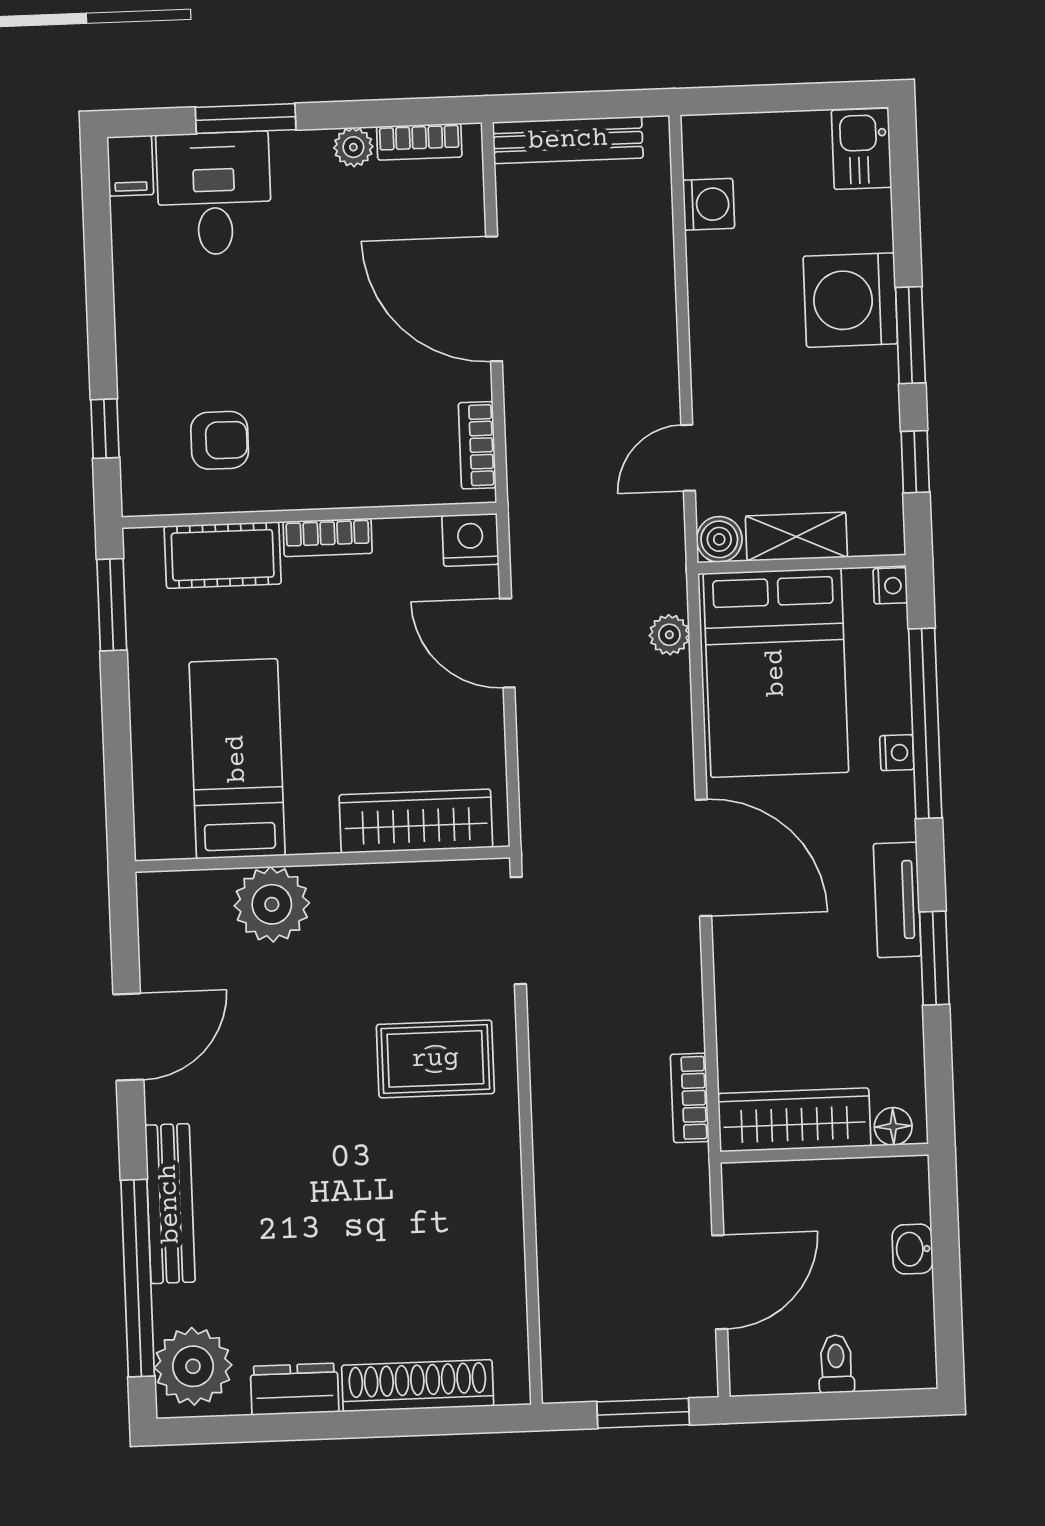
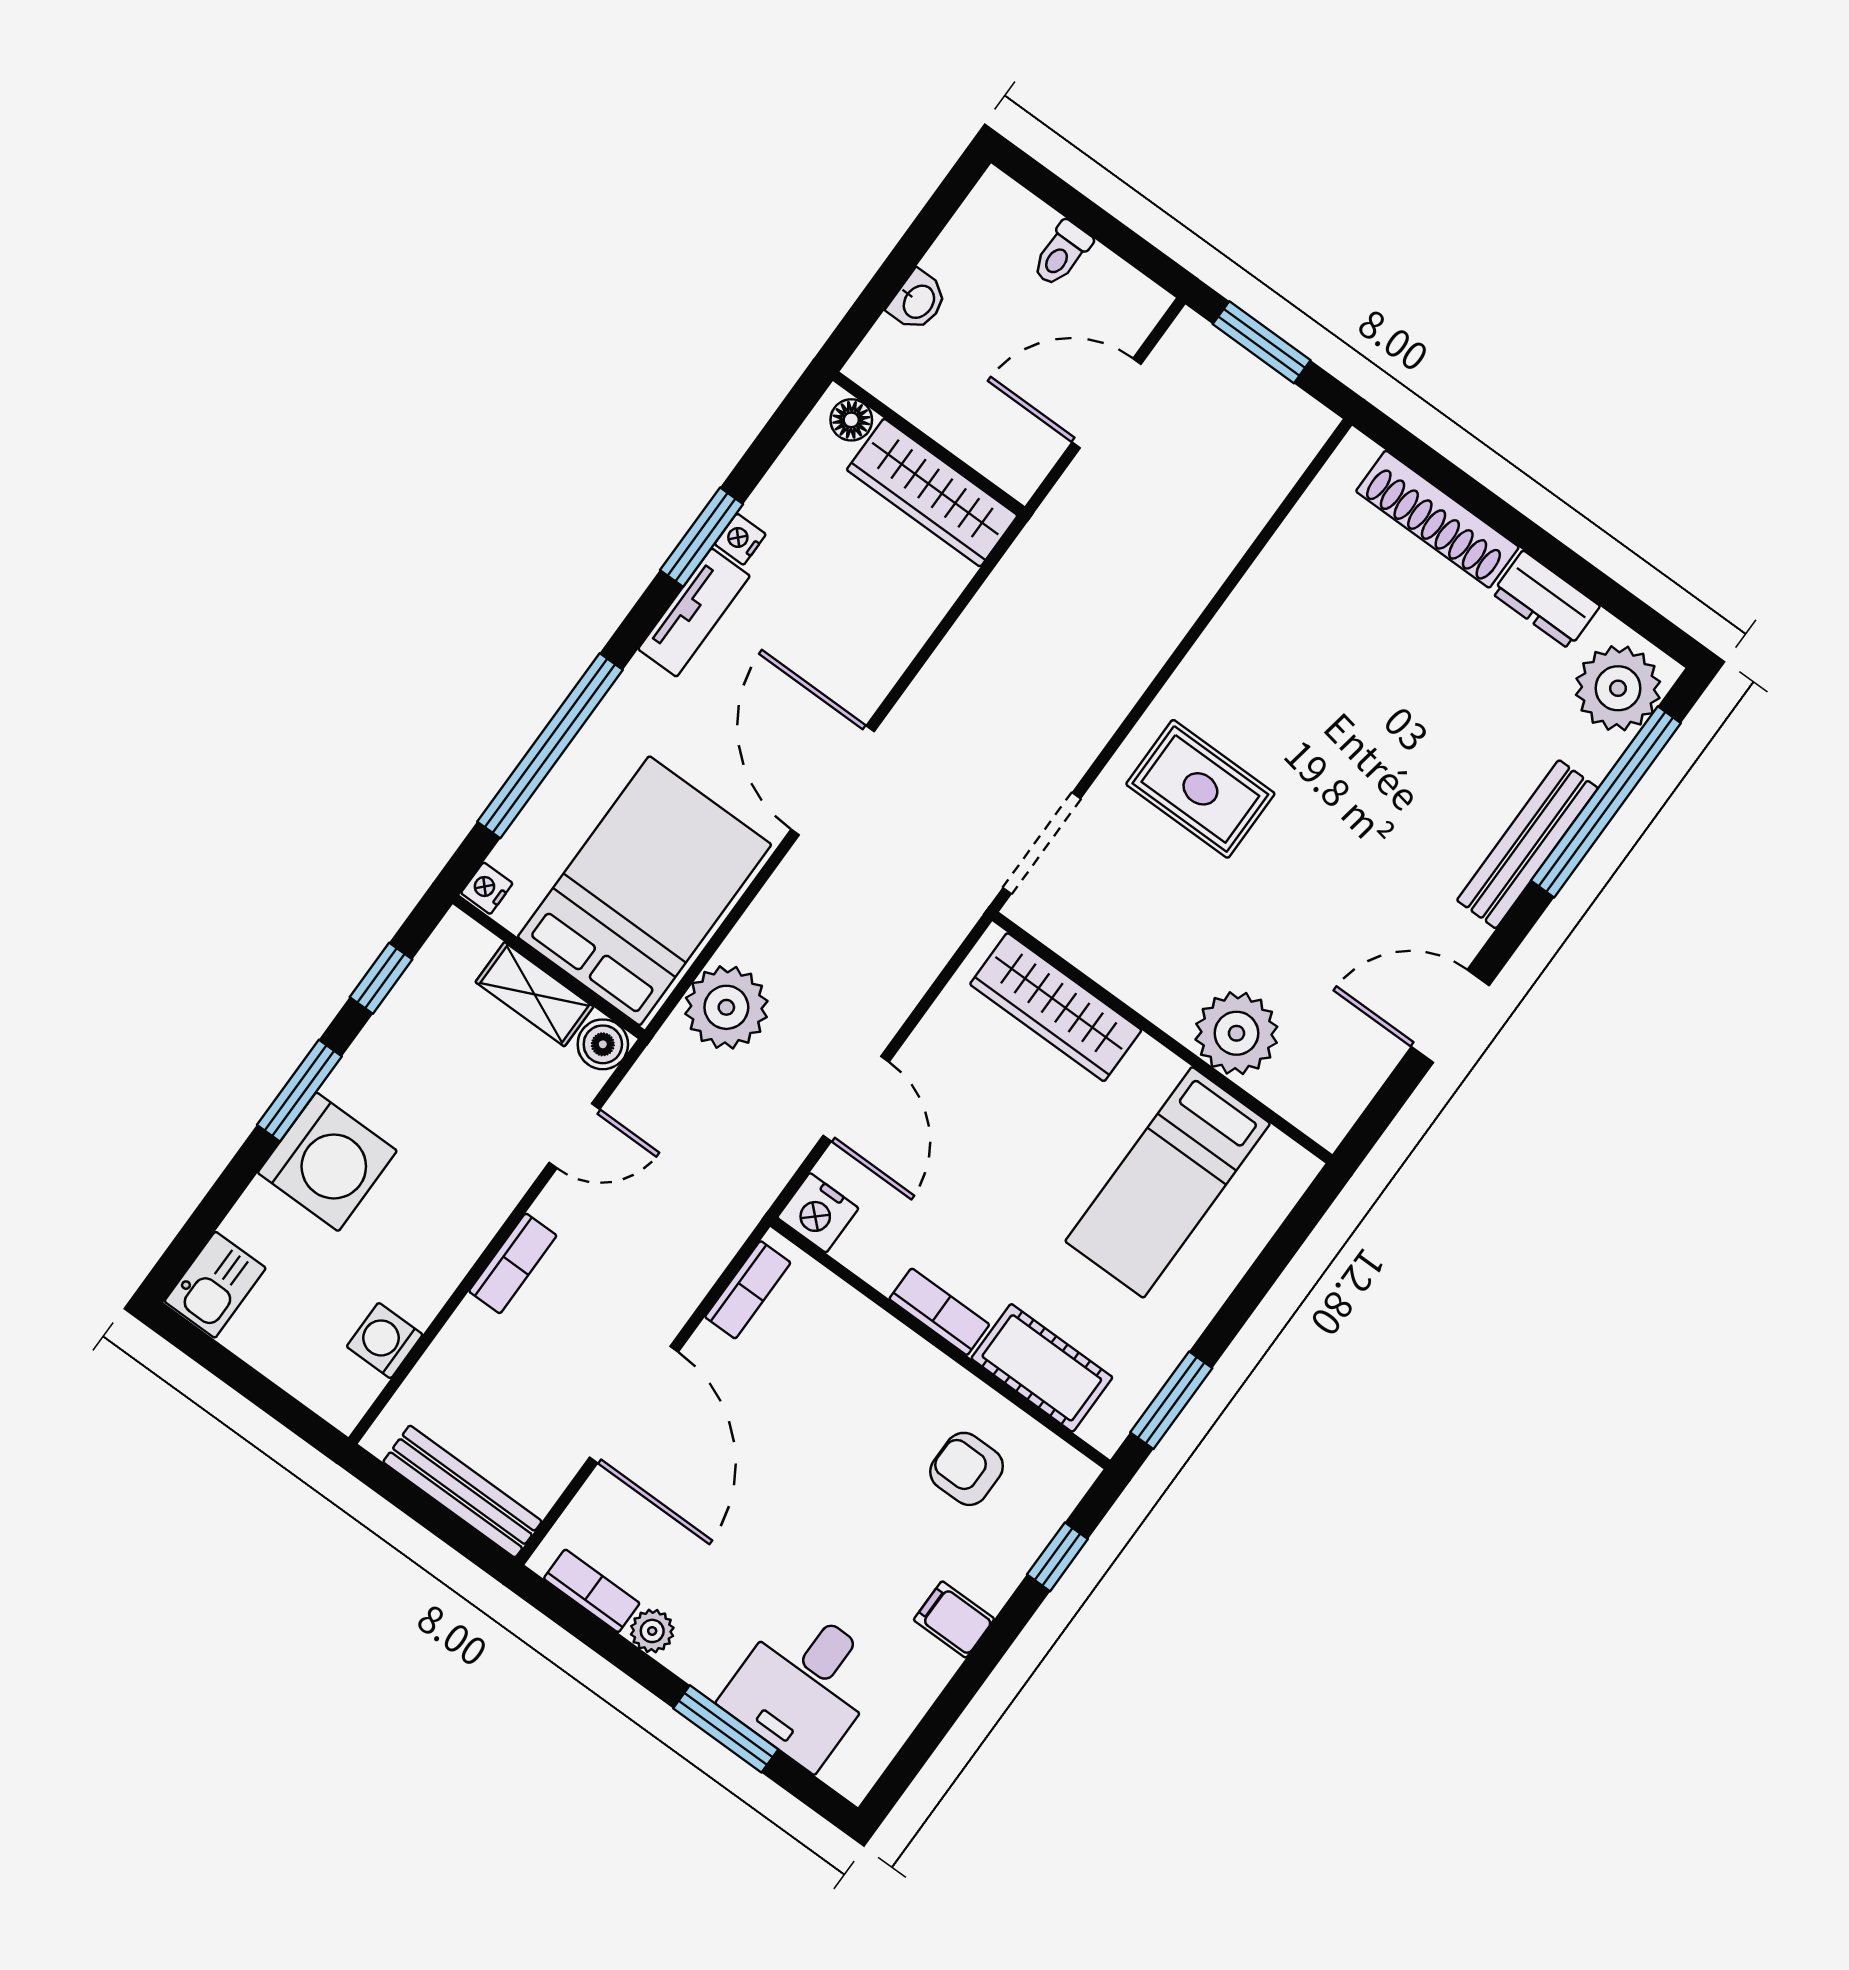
filing cabinet: (130, 166) -> (954, 1619), moved, turned -90
plant: (669, 635) -> (726, 1007), width x1.88, depth x1.88
nightstand: (897, 753) -> (740, 539), moved
bookcase: (690, 1098) -> (513, 1263), moved

